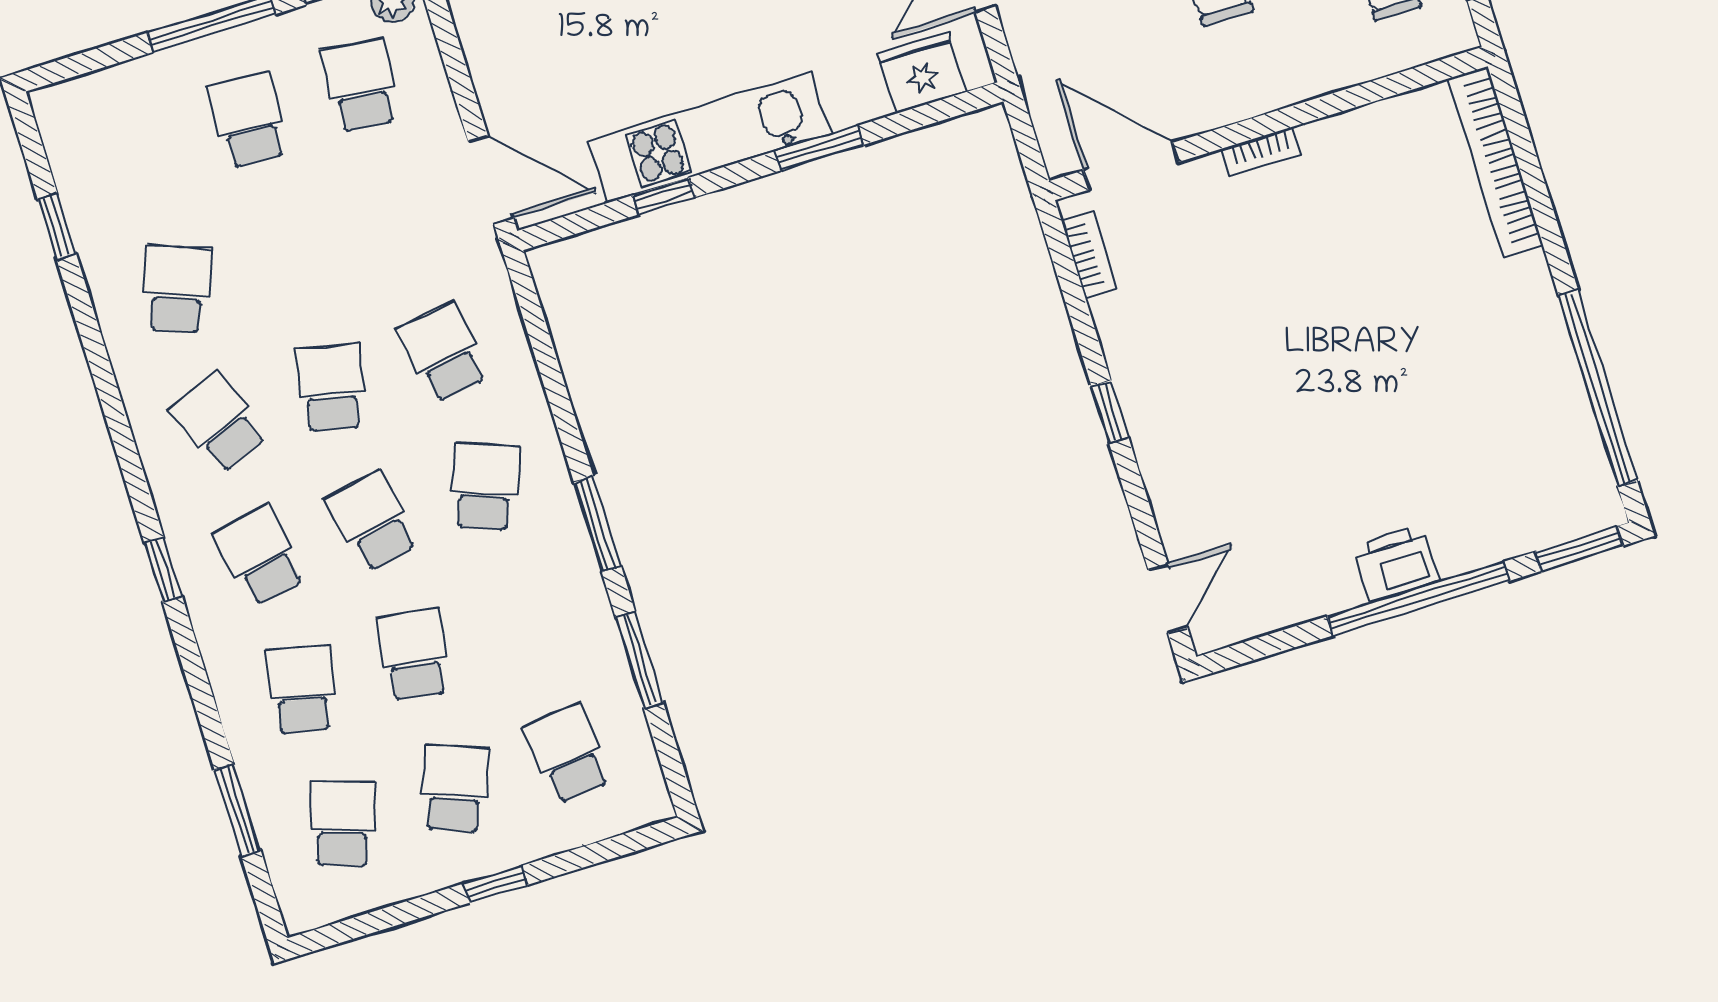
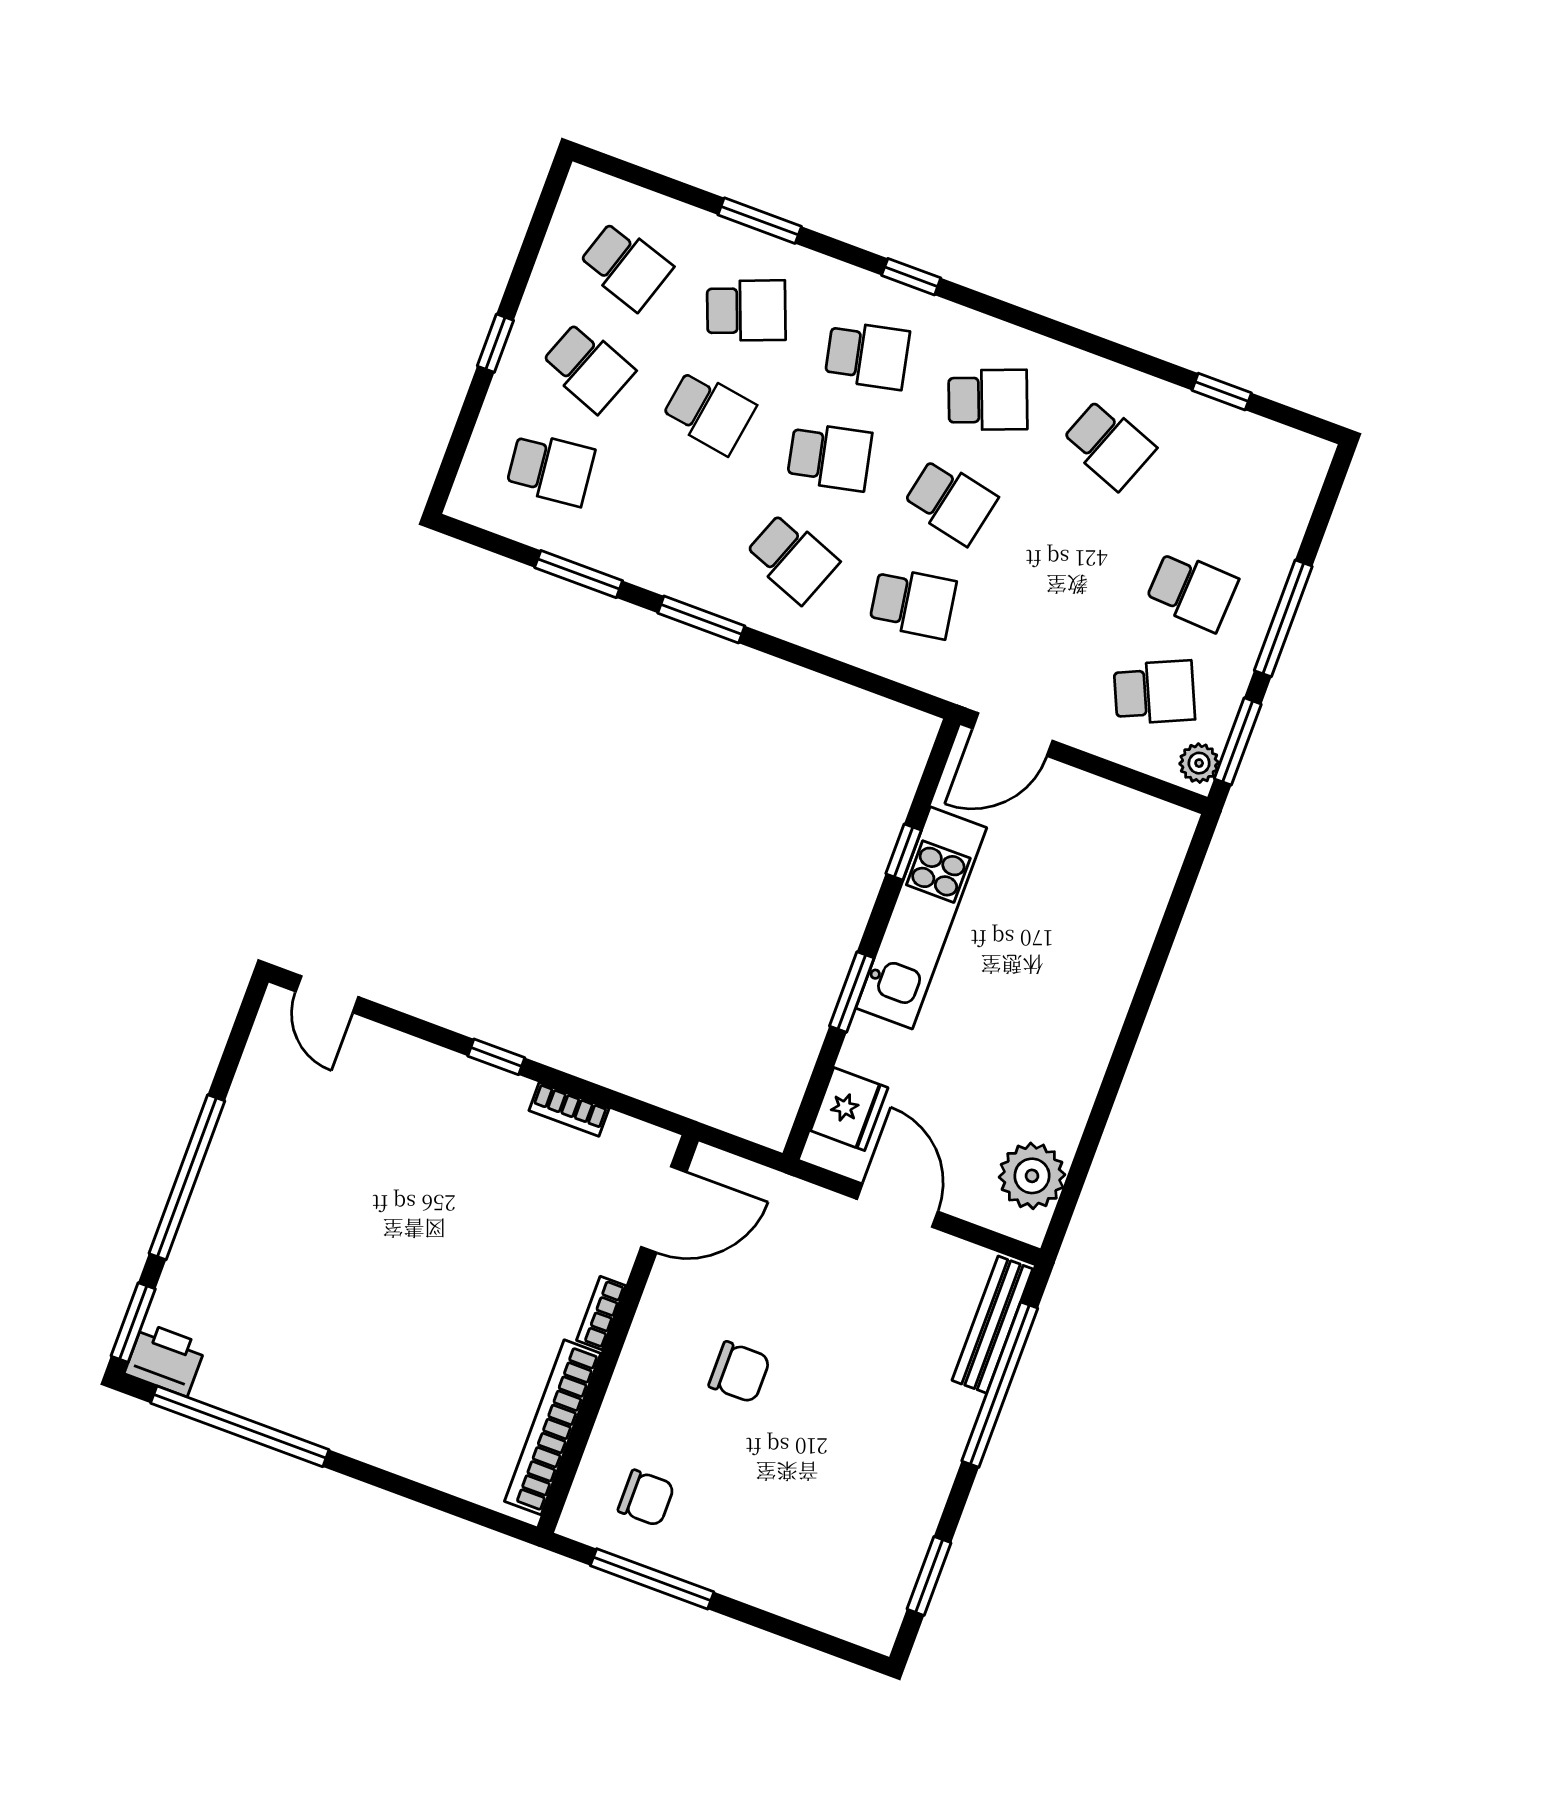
school desk: (361, 86) -> (1154, 692), turned -30
bookcase: (1495, 162) -> (553, 1427), moved, turned -90
bookcase: (1089, 255) -> (569, 1109), moved
printer: (1396, 563) -> (165, 1359), moved, turned -90
school desk: (301, 690) -> (746, 310), turned -33
window: (238, 810) -> (760, 221), moved

